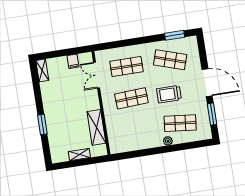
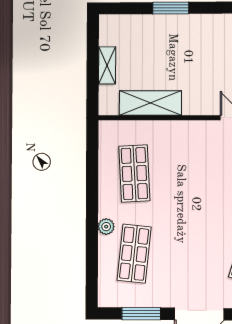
trolley: (169, 94) -> (189, 242), removed
shop shelf: (131, 98) -> (134, 173), moved

